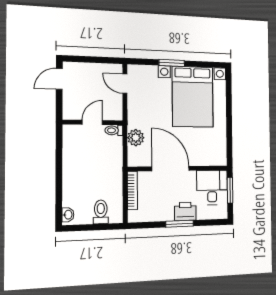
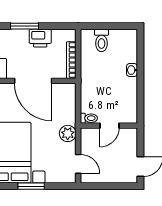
plant: (136, 138) -> (68, 133), moved
printer: (185, 211) -> (40, 38), moved
washbasin: (68, 215) -> (132, 70), moved

